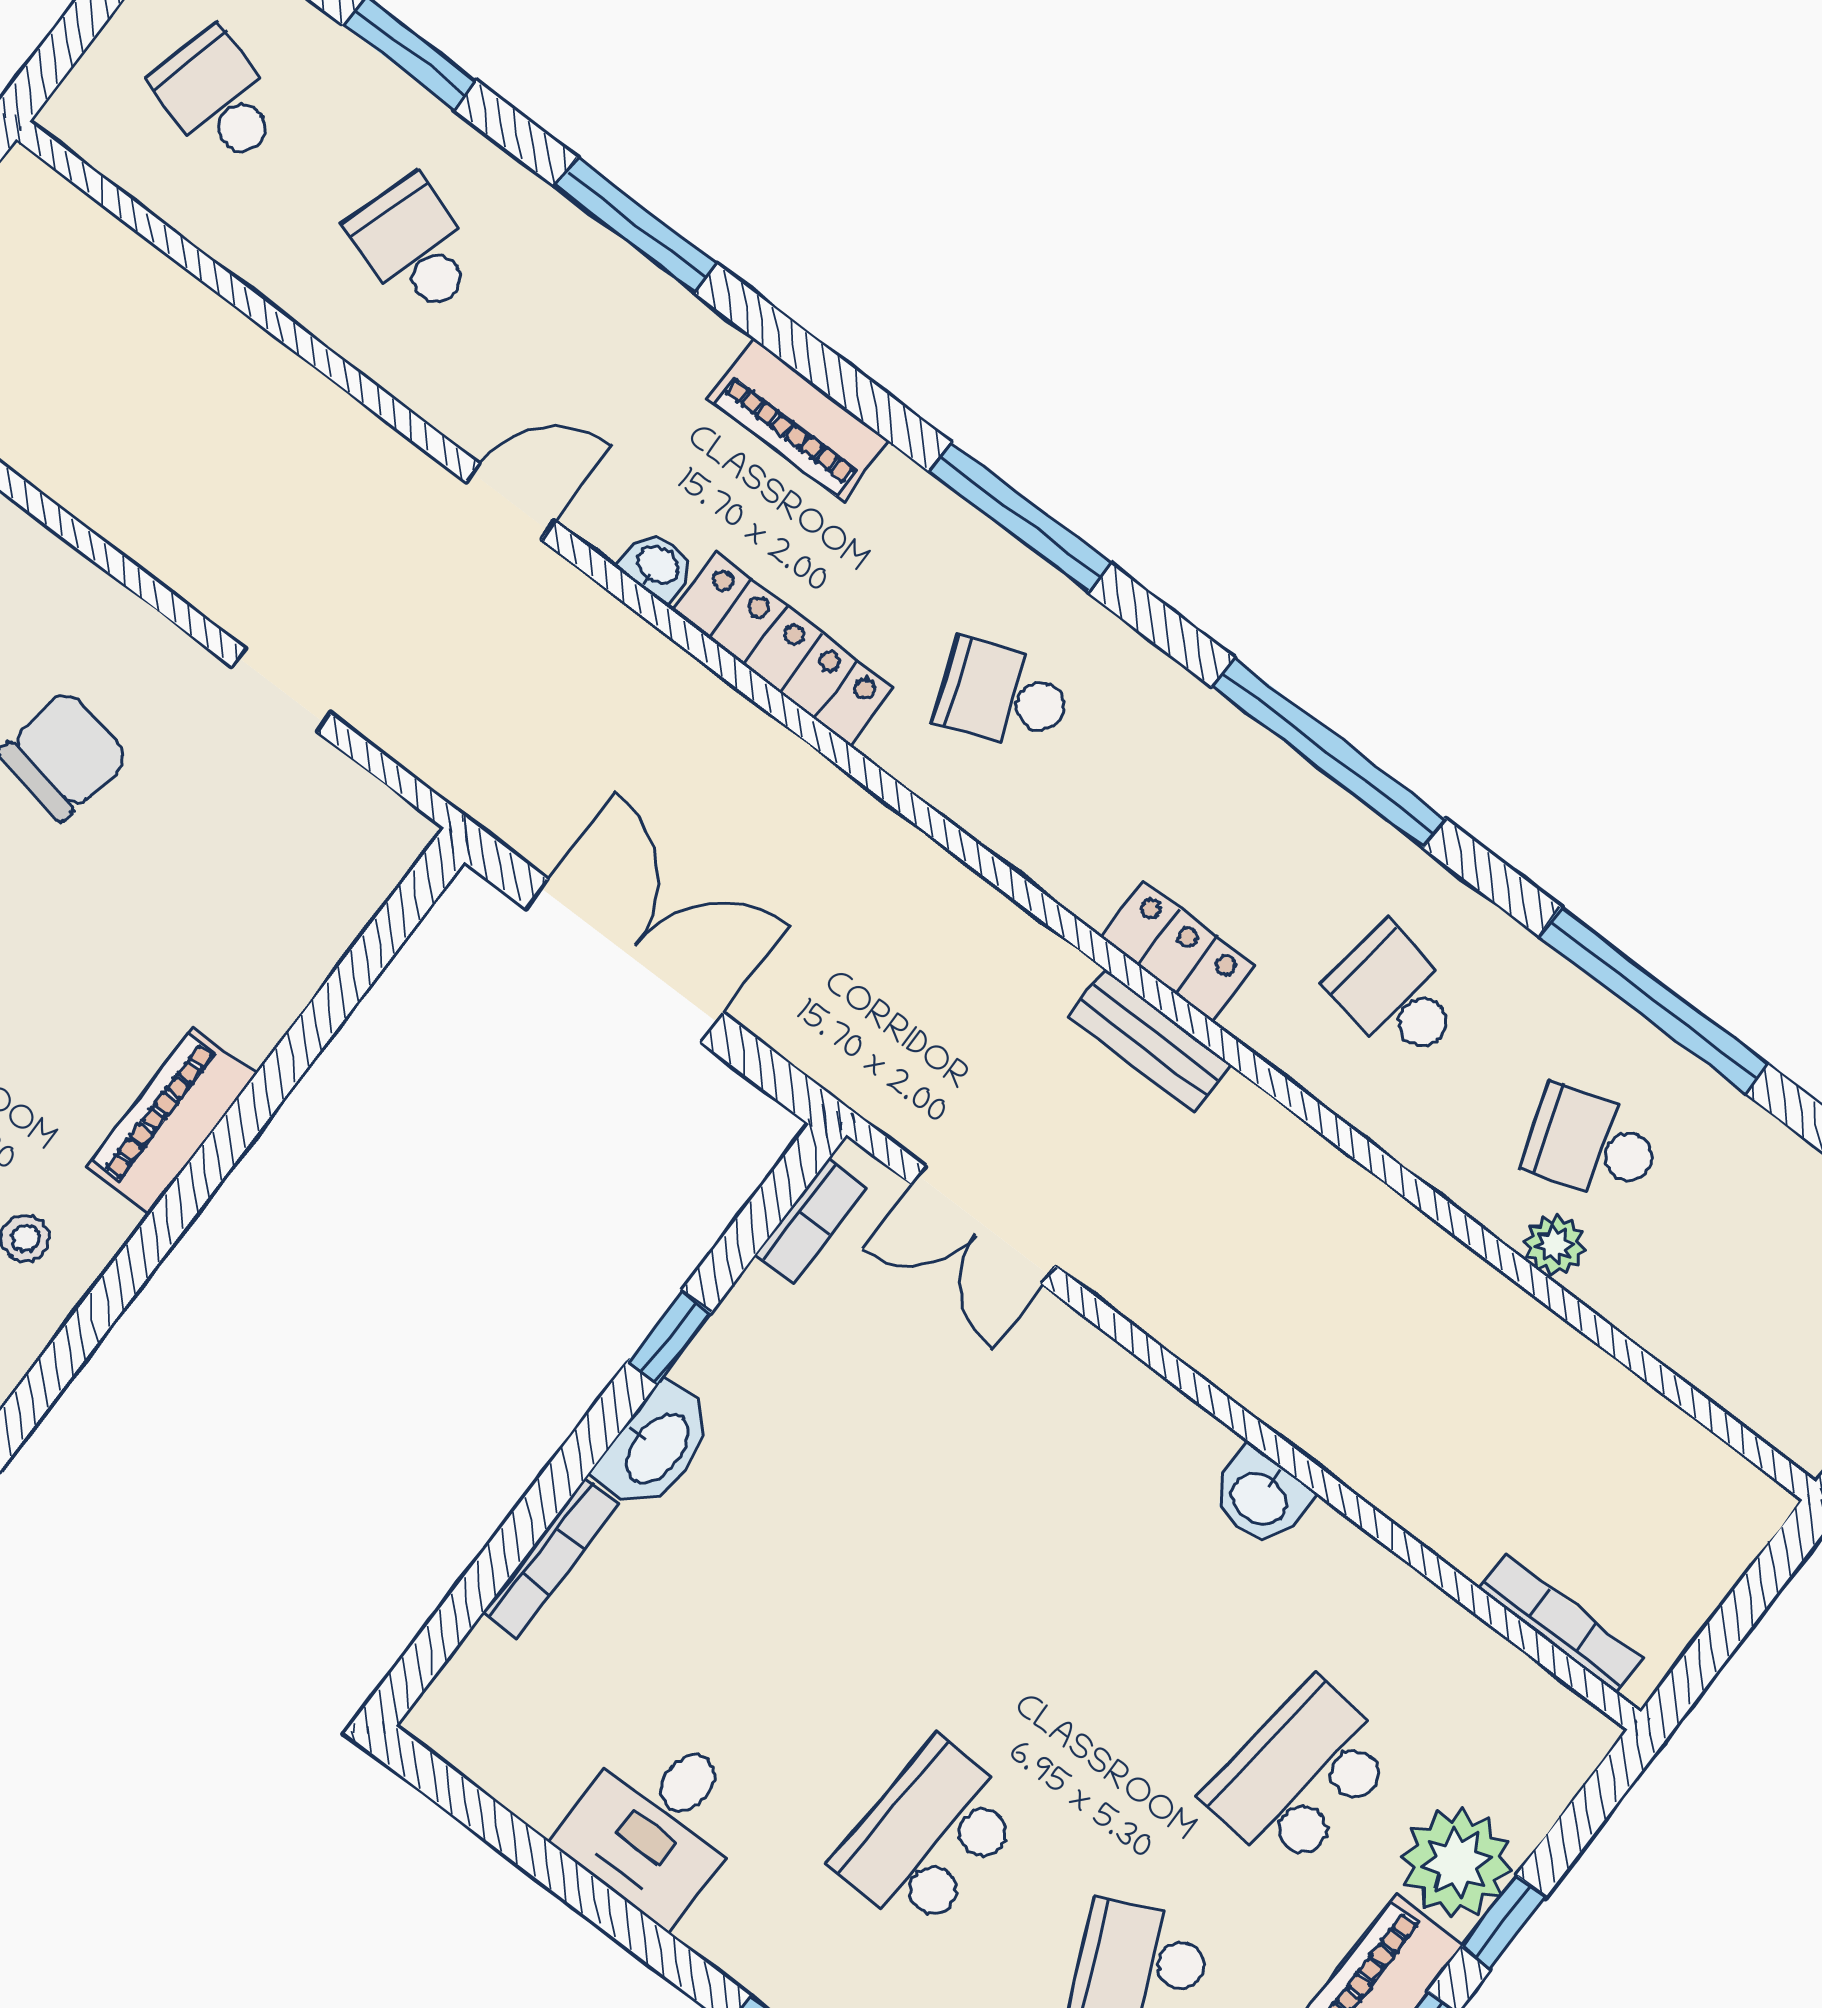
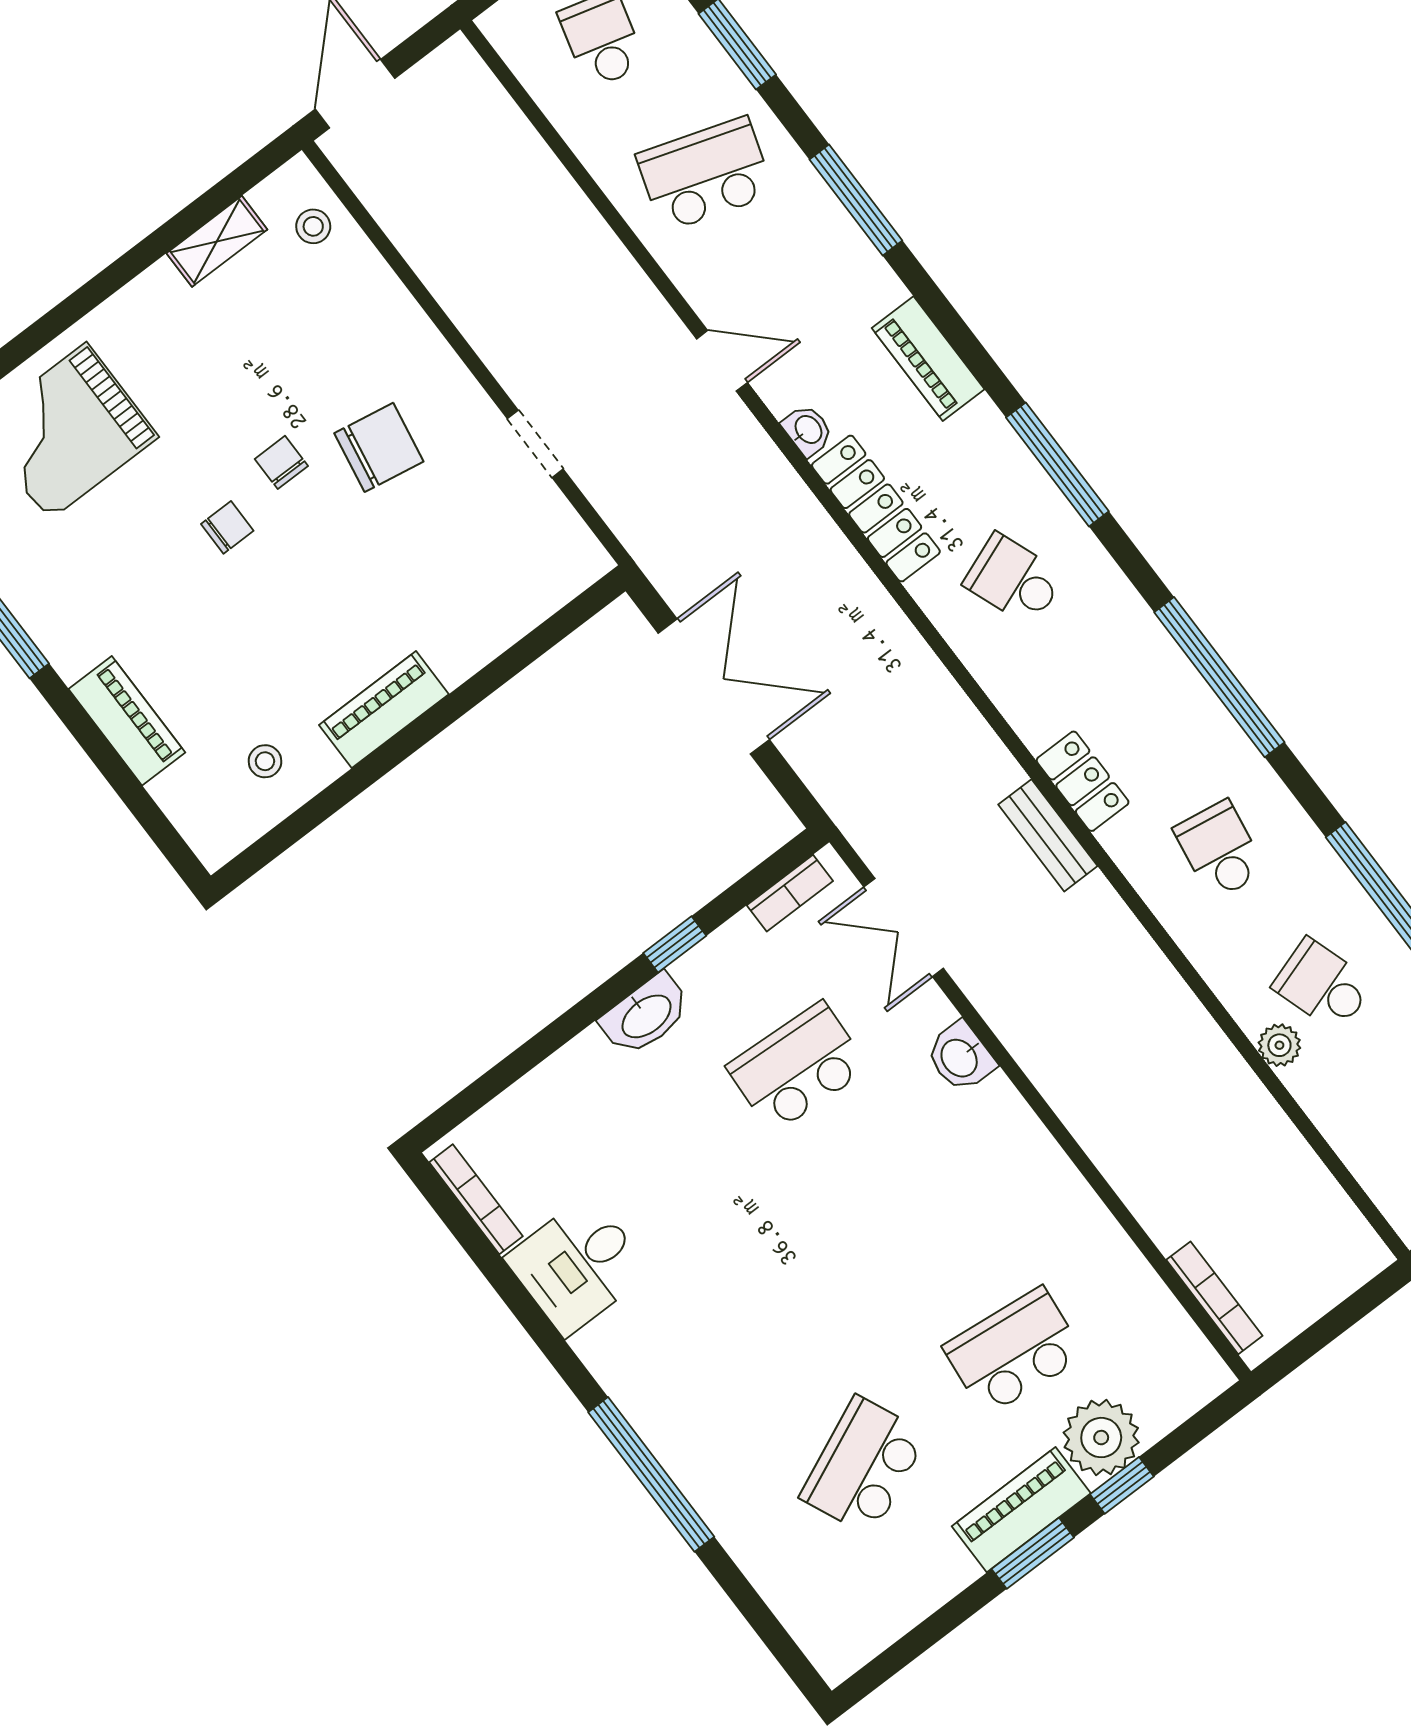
school desk: (415, 247) -> (705, 174), width x1.85
washbasin: (1260, 1497) -> (960, 1057), moved
bookcase: (550, 1558) -> (476, 1199), moved, turned -90
school desk: (929, 1837) -> (797, 1067), moved

